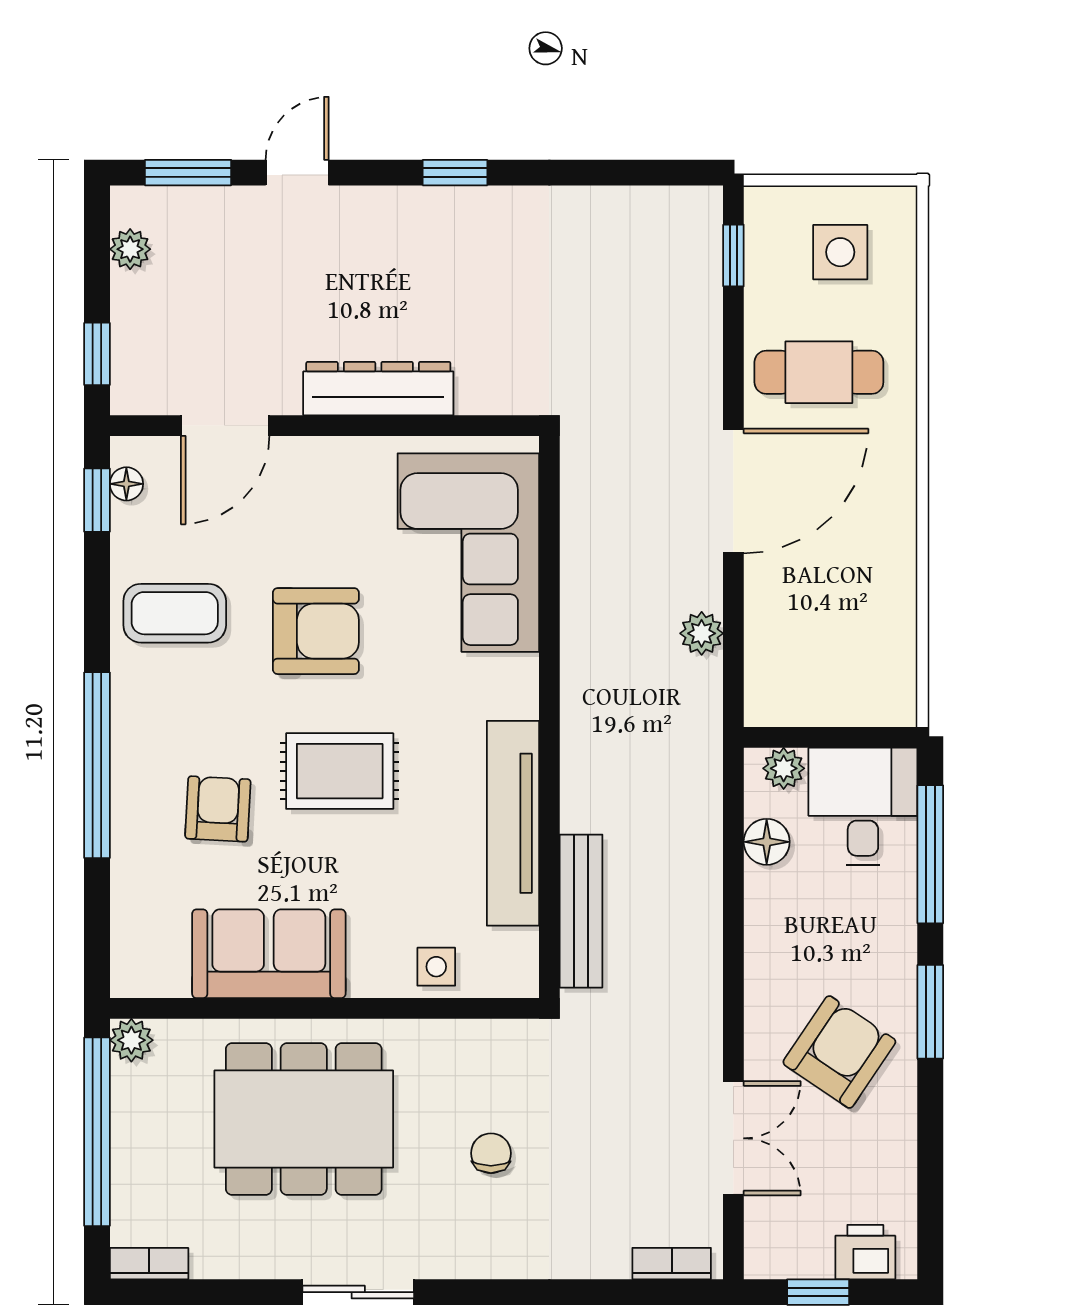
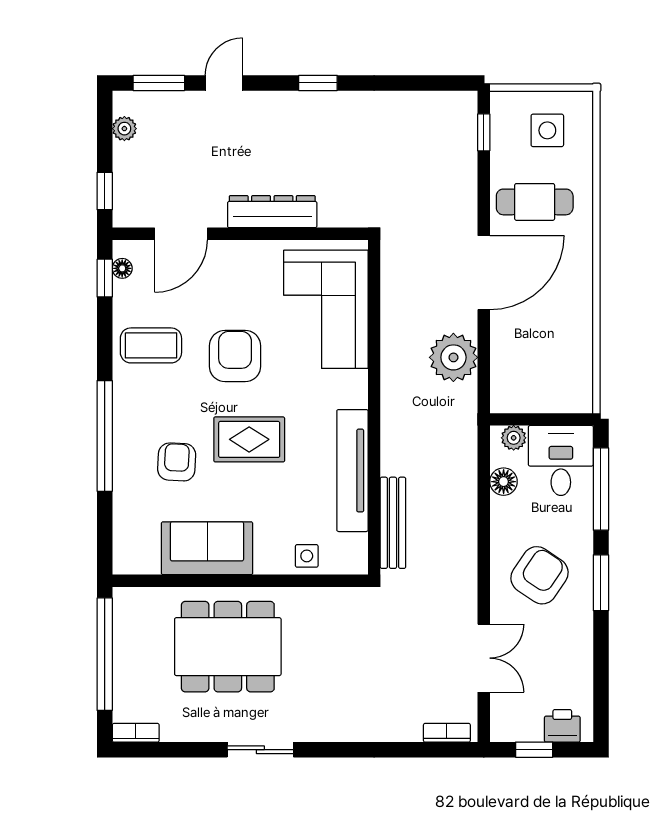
armchair: (316, 631) -> (235, 356), turned -90
plant: (702, 633) -> (453, 357), width x1.88, depth x1.88
plant: (131, 1040) -> (125, 600), removed
armchair: (839, 1052) -> (539, 575), moved
chair: (491, 1153) -> (339, 667), removed

